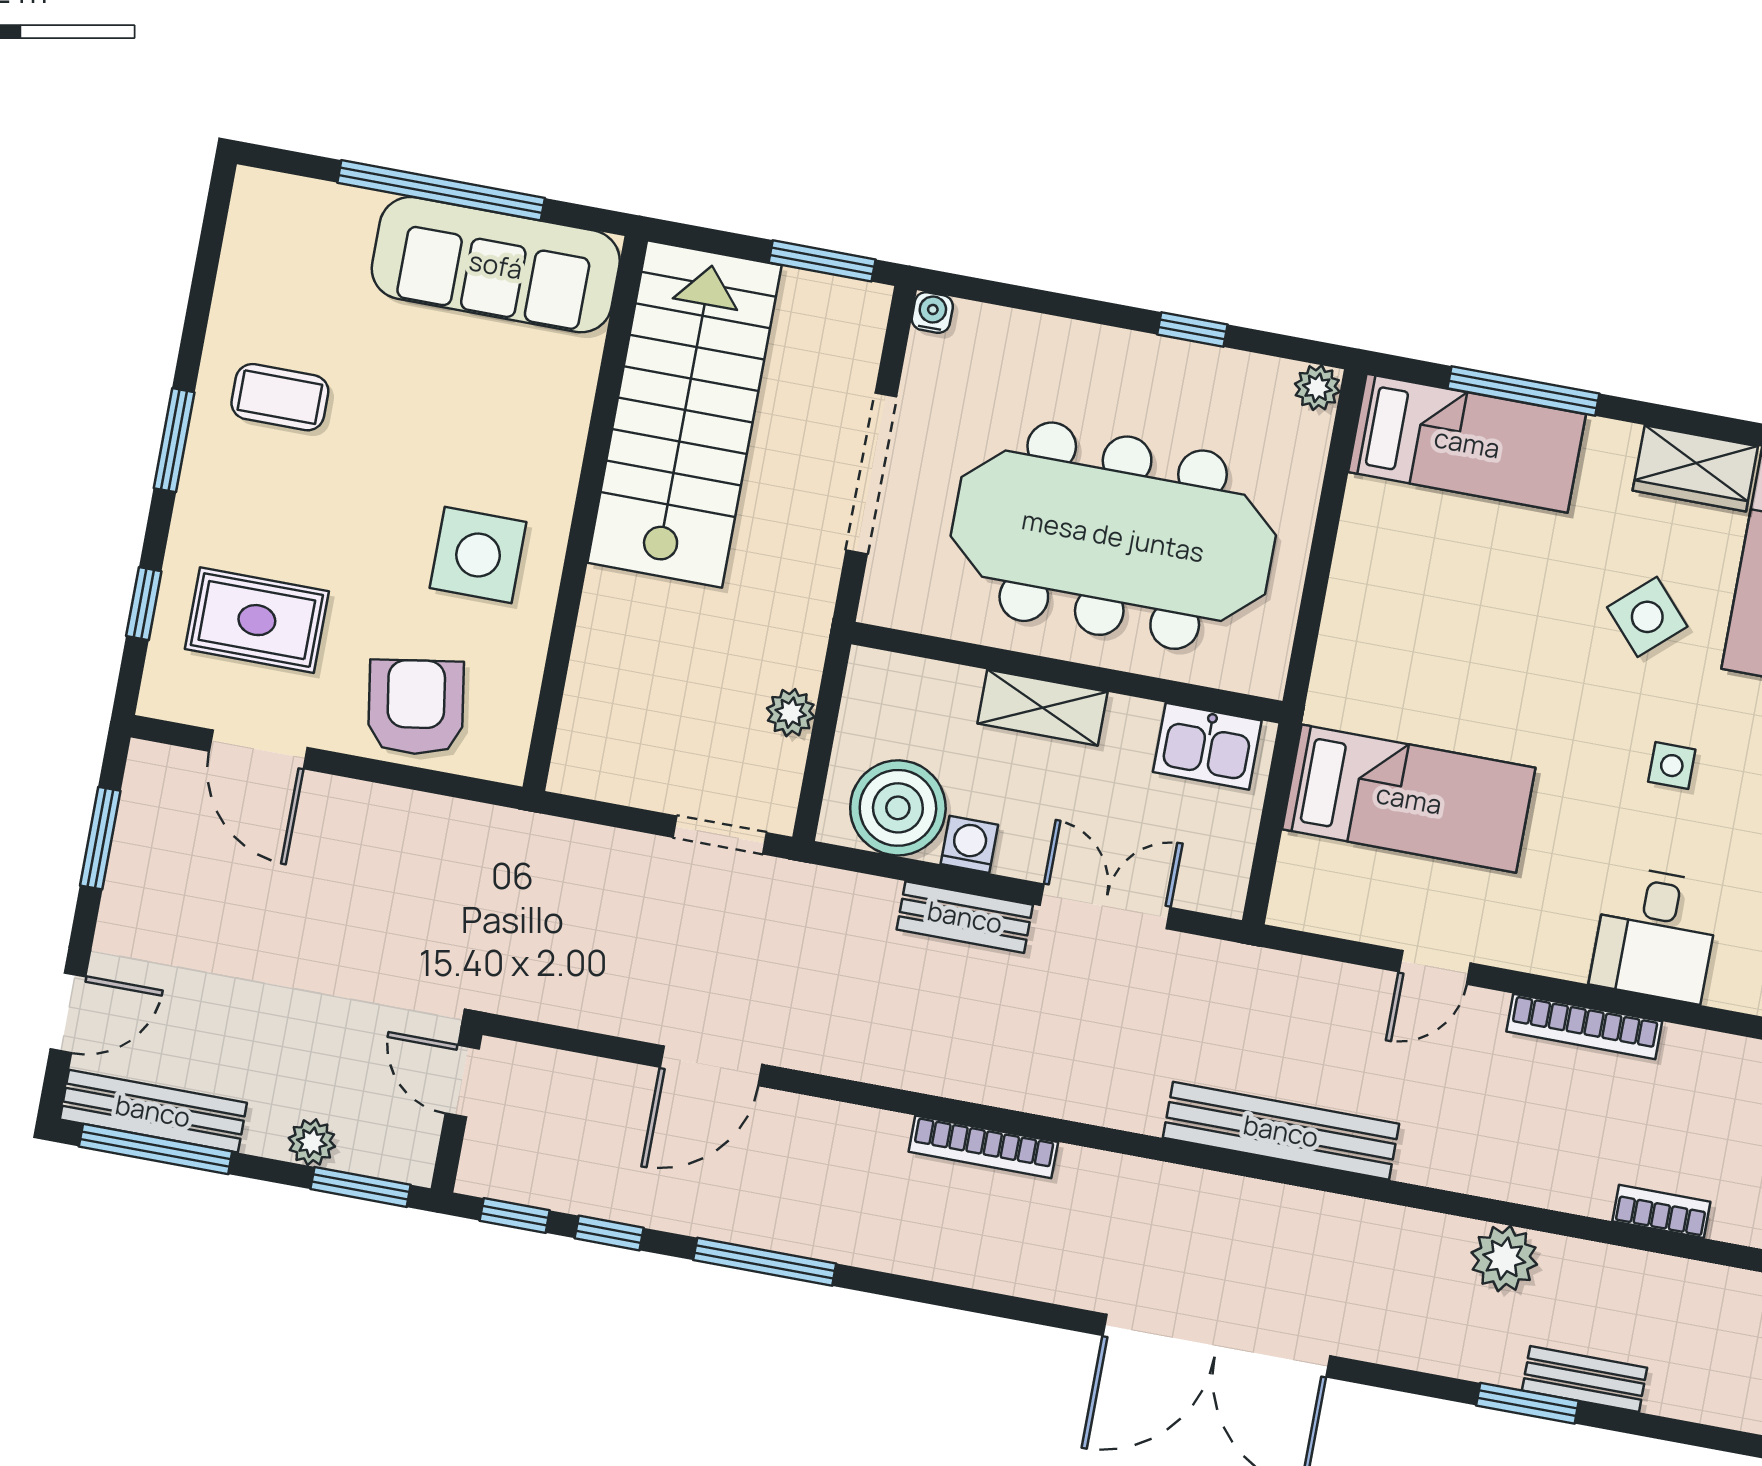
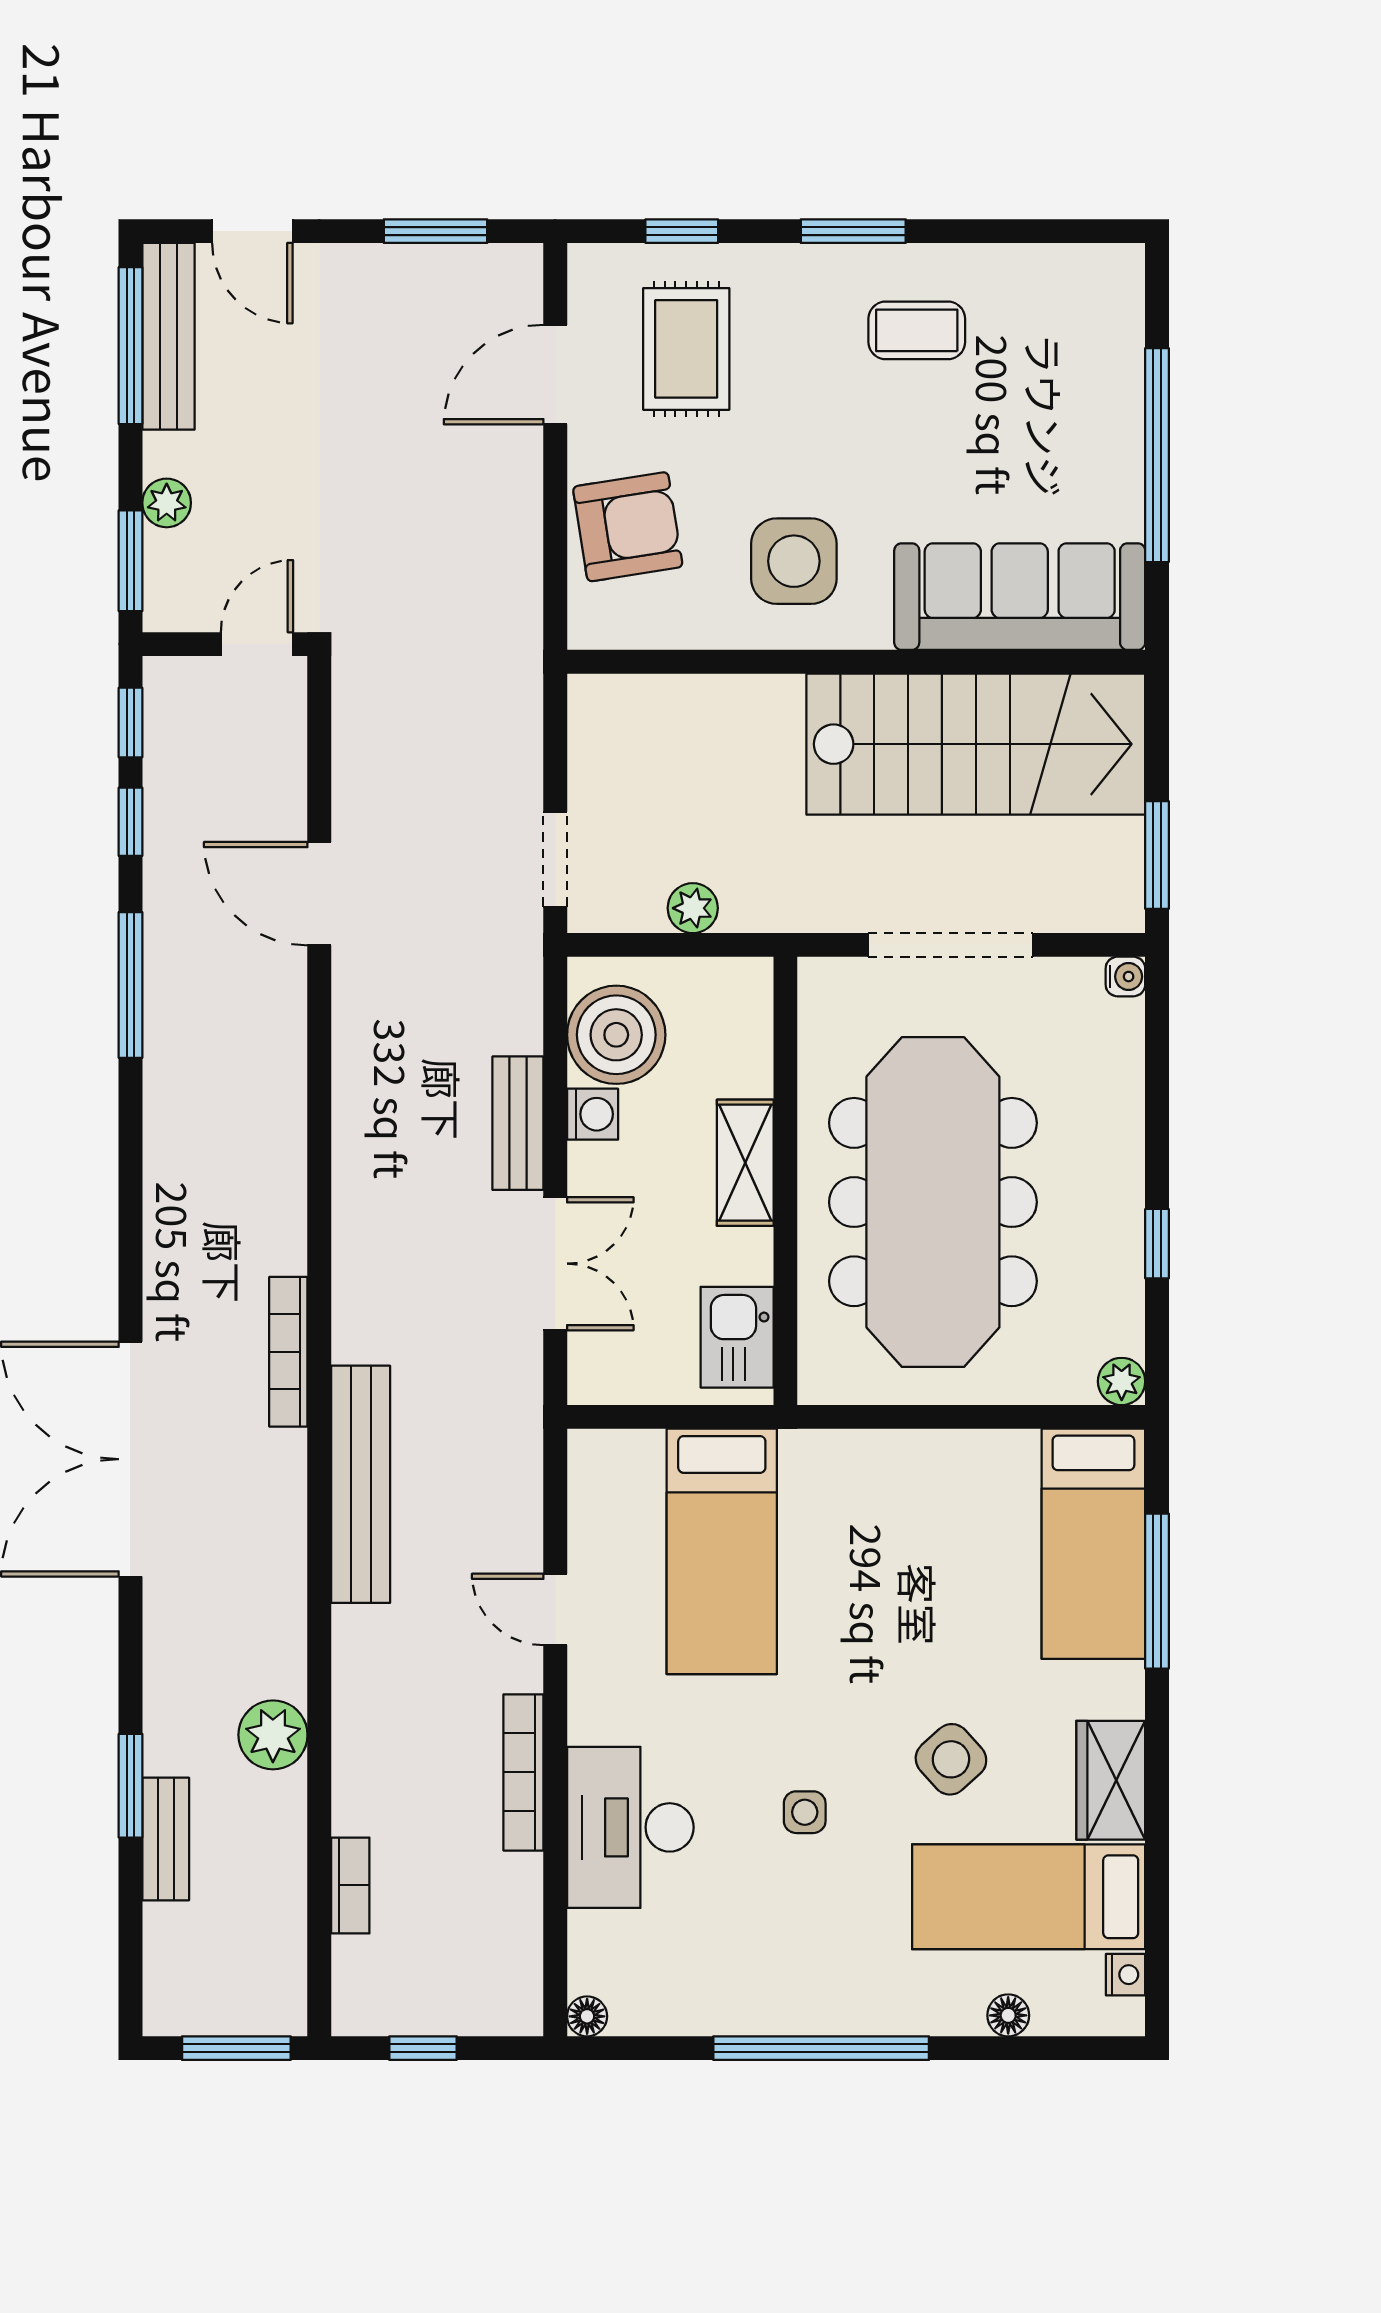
sofa: (496, 265) -> (1020, 597), moved, turned 90
coffee table: (280, 397) -> (917, 330), turned 90
desk: (1655, 934) -> (630, 1827), width x1.37
bookcase: (983, 1147) -> (288, 1352), moved

